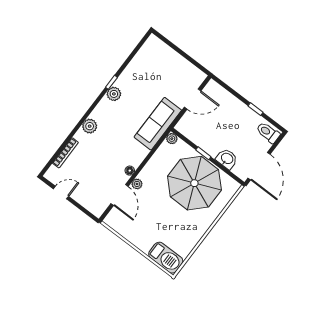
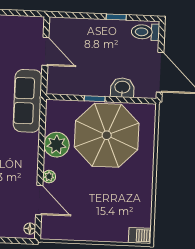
door: (193, 99) -> (45, 51), hinge flipped
plant: (172, 139) -> (57, 145), moved, width x1.87, depth x1.87
floor lamp: (130, 171) -> (30, 229), moved
barbecue: (166, 258) -> (140, 236), width x0.53, depth x0.65

